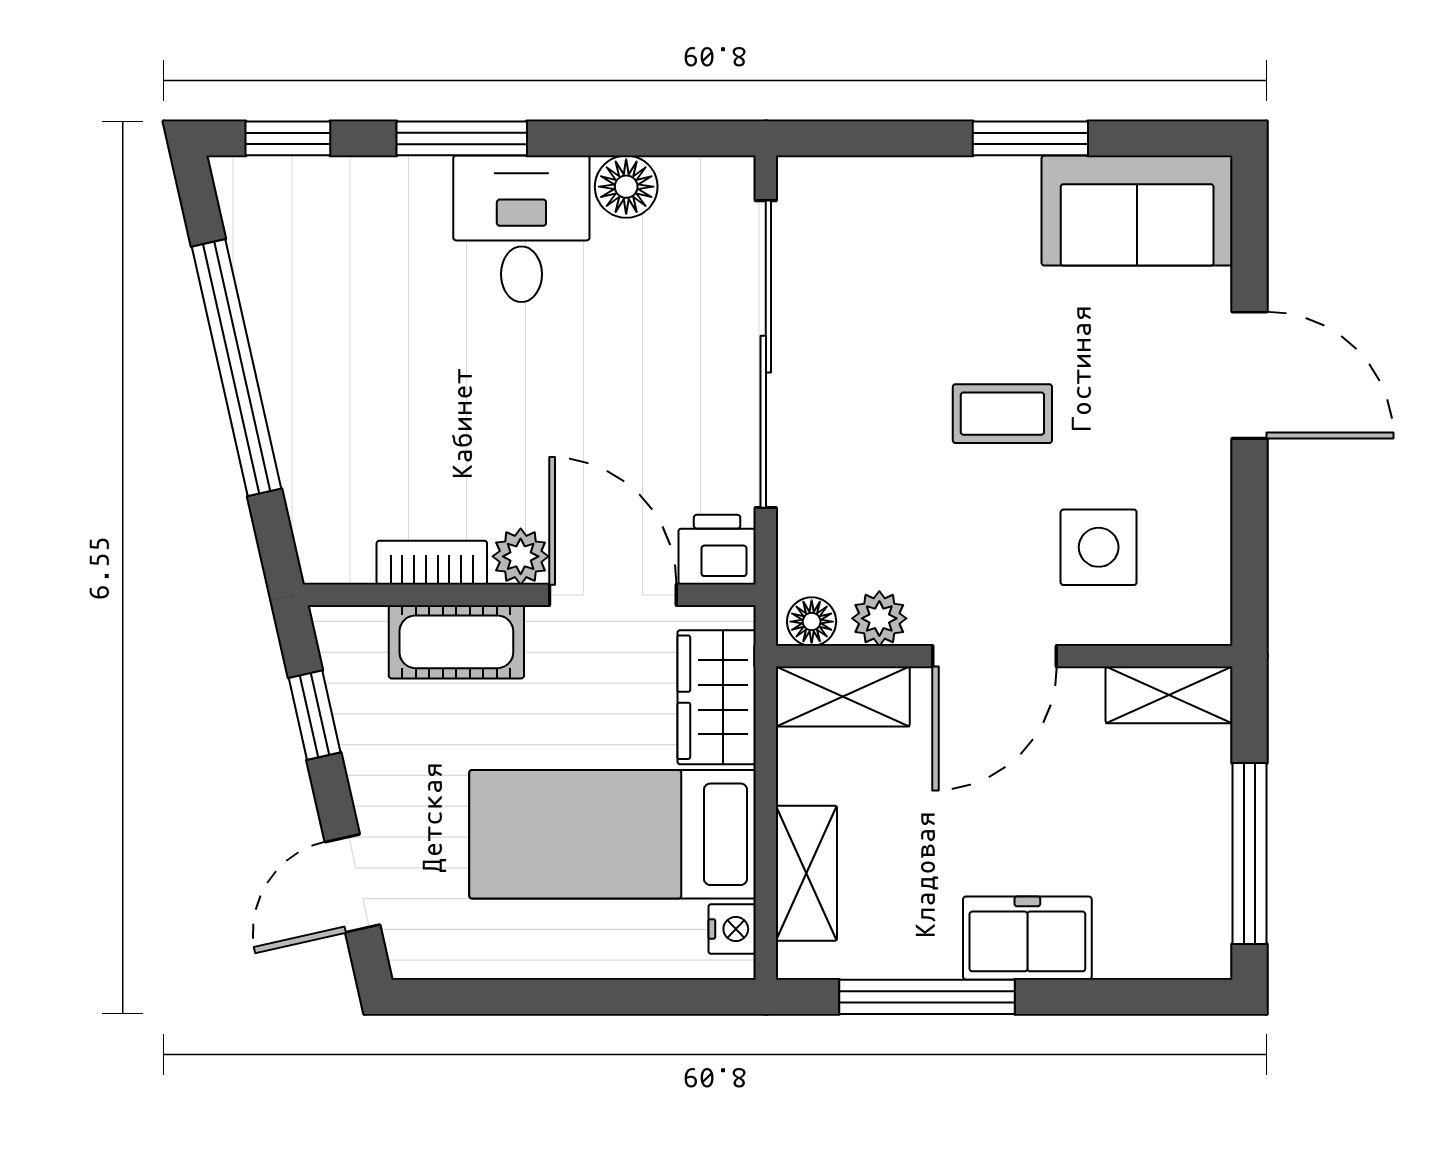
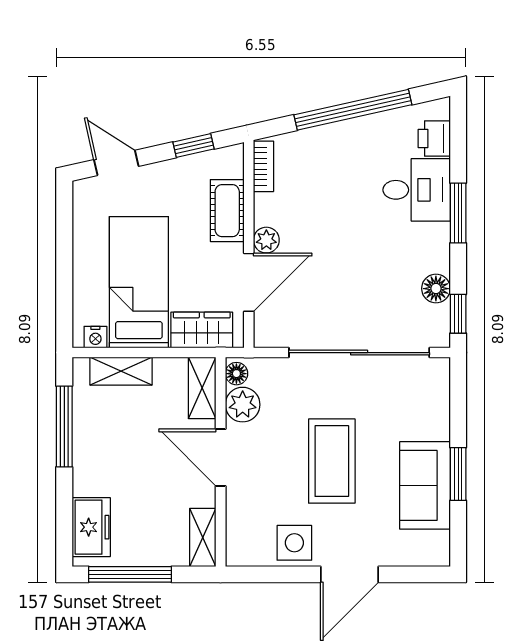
window: (288, 138) -> (458, 314), moved
sofa: (1137, 211) -> (425, 485), moved
desk: (521, 229) -> (417, 190), moved
coffee table: (1002, 414) -> (332, 461), width x1.86, depth x1.72
side table: (1099, 547) -> (294, 543), moved
printer: (717, 550) -> (434, 138), moved, turned 180
bookcase: (432, 563) -> (263, 166), moved
plant: (879, 618) -> (243, 405), width x1.38, depth x1.38
freezer: (1027, 938) -> (91, 527), moved

